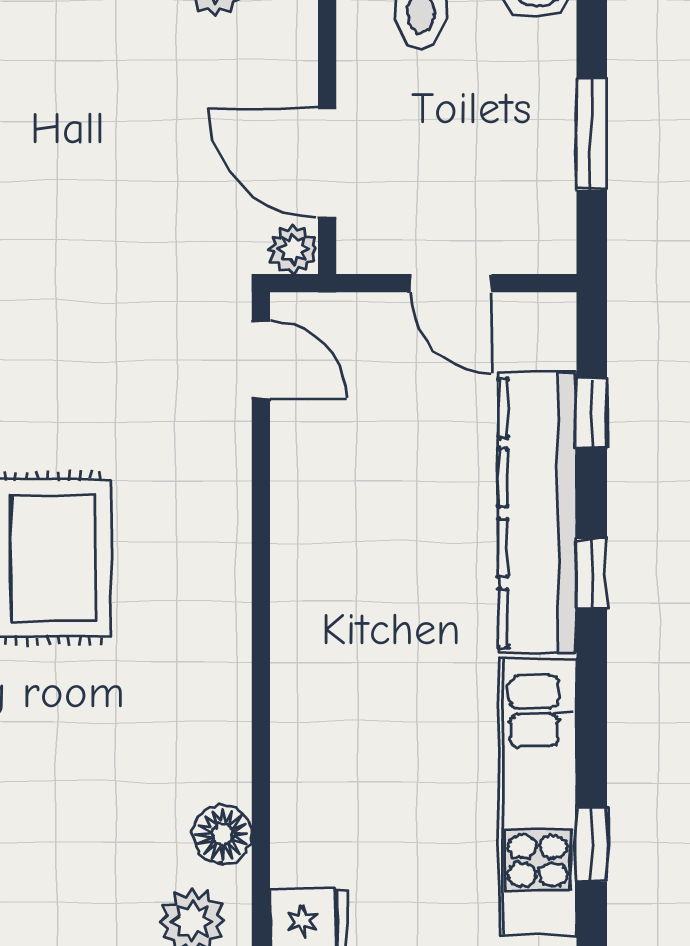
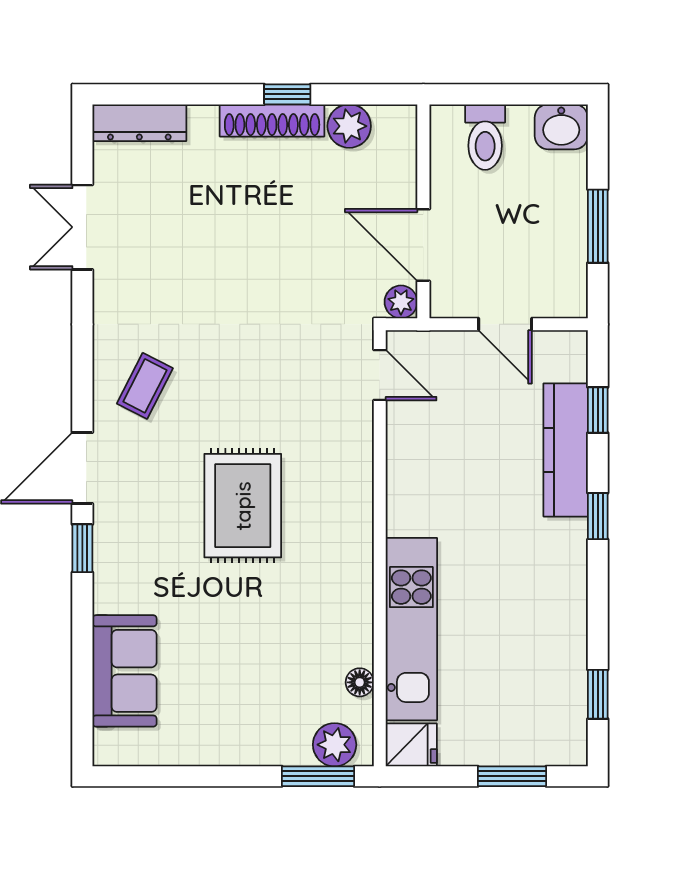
kitchen counter: (537, 513) -> (566, 450), width x0.72, depth x0.86
kitchen unit: (538, 797) -> (411, 629), moved, turned 180
floor lamp: (223, 834) -> (360, 682), width x0.73, depth x0.73

